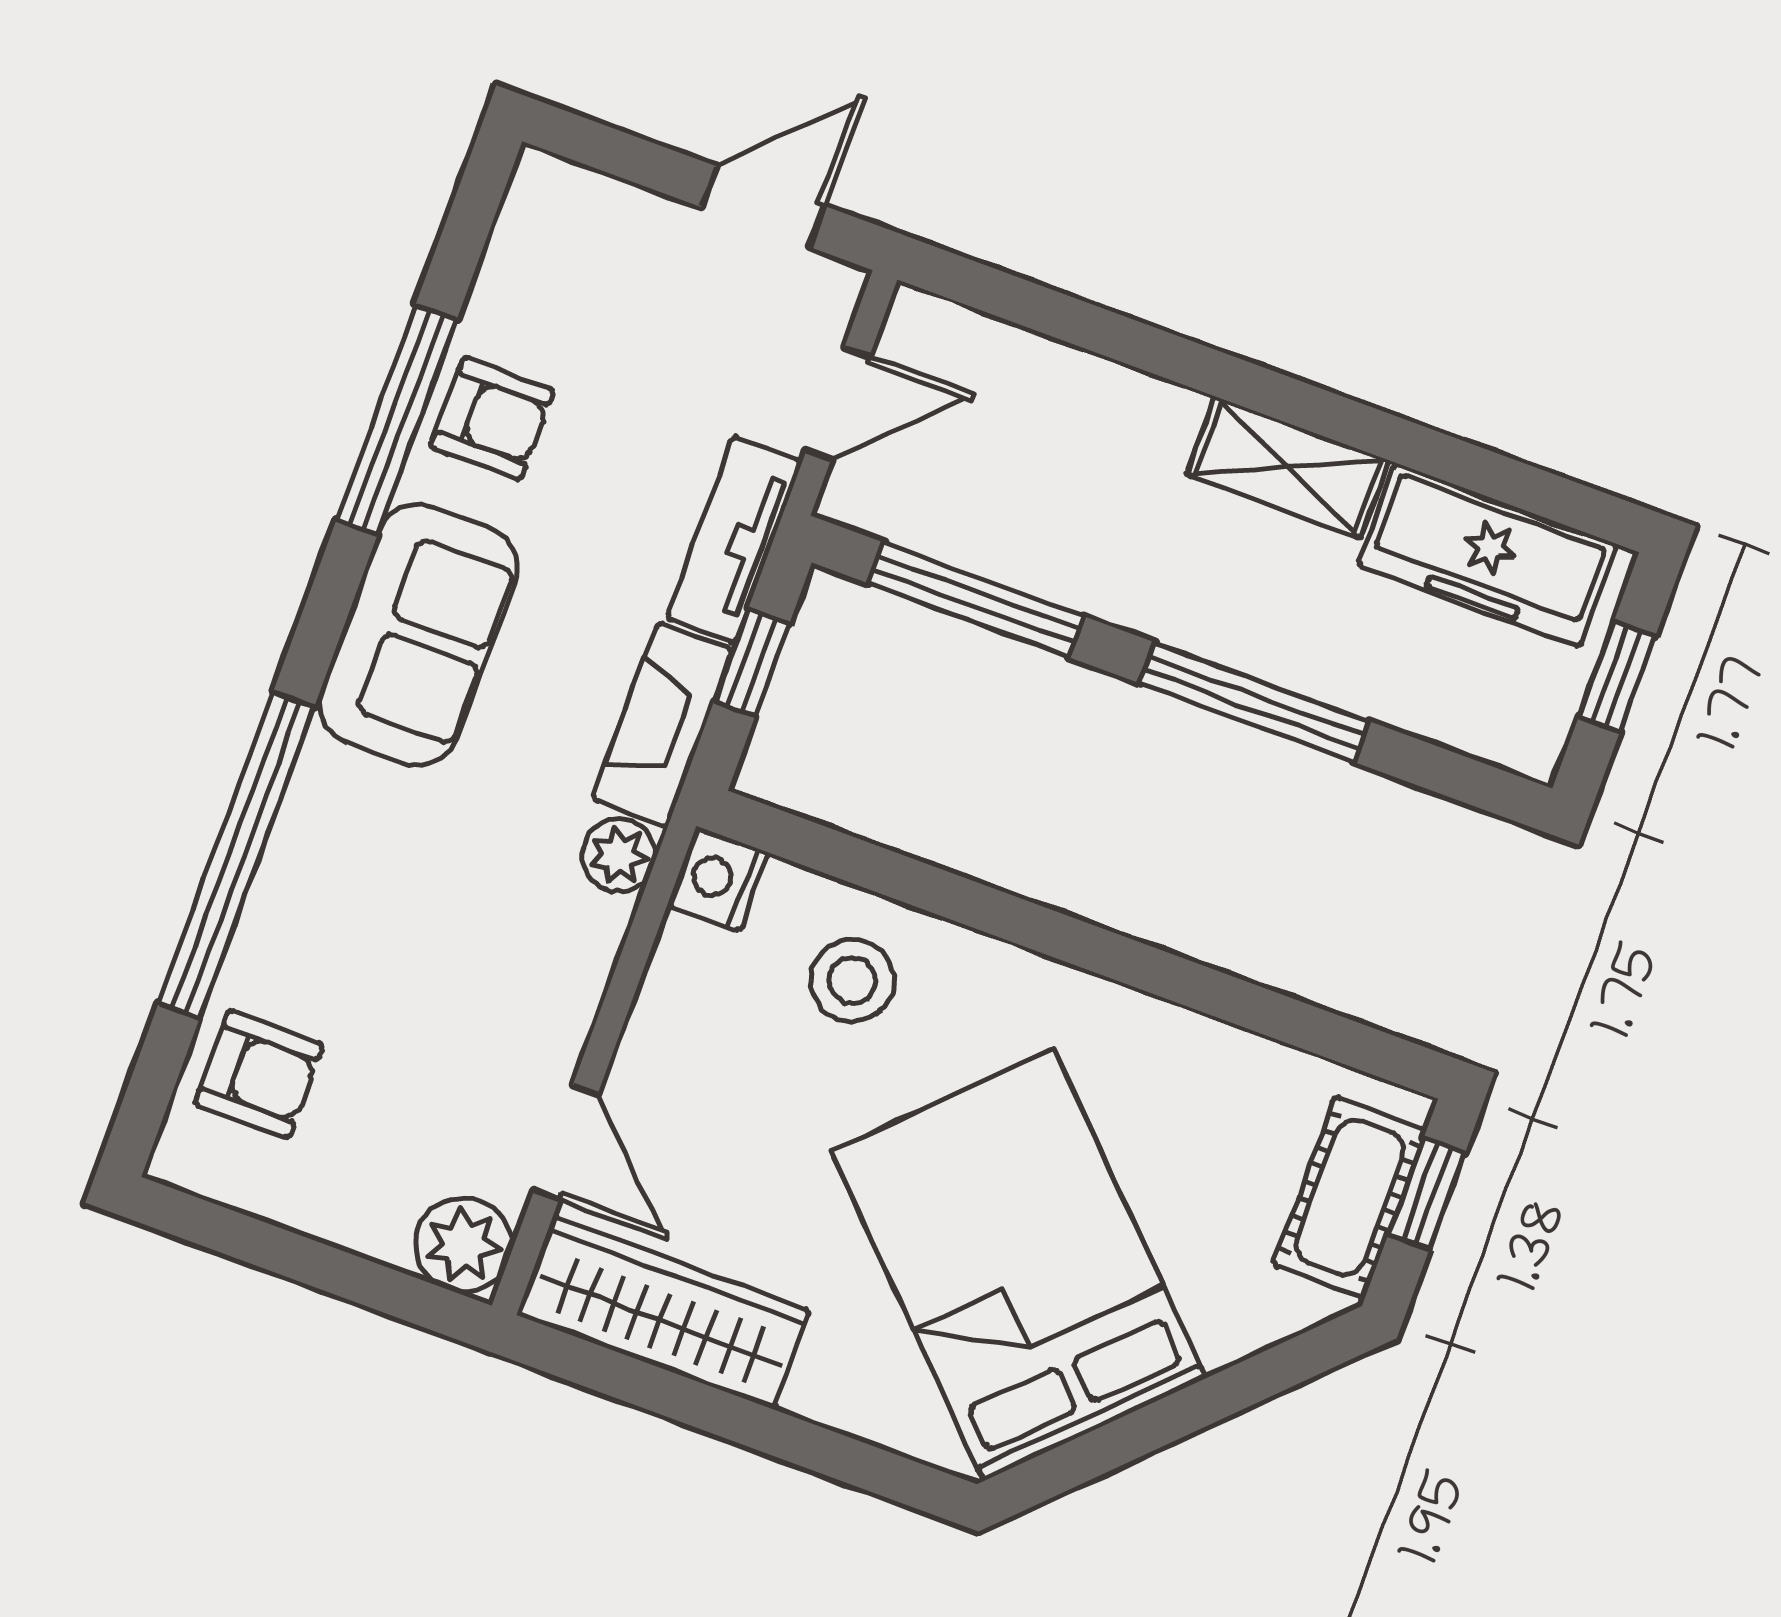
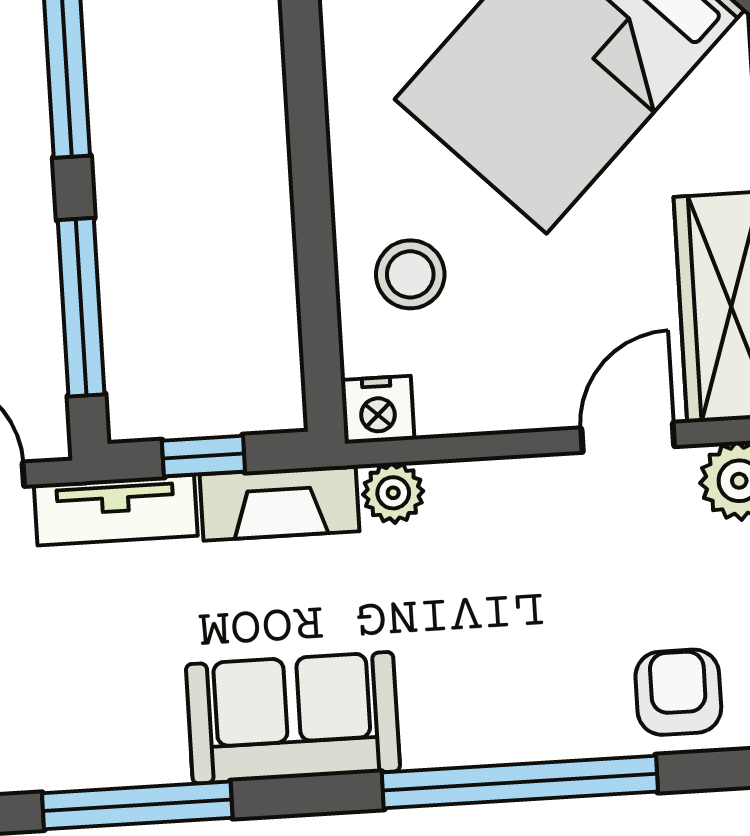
armchair: (492, 418) -> (105, 734), removed

